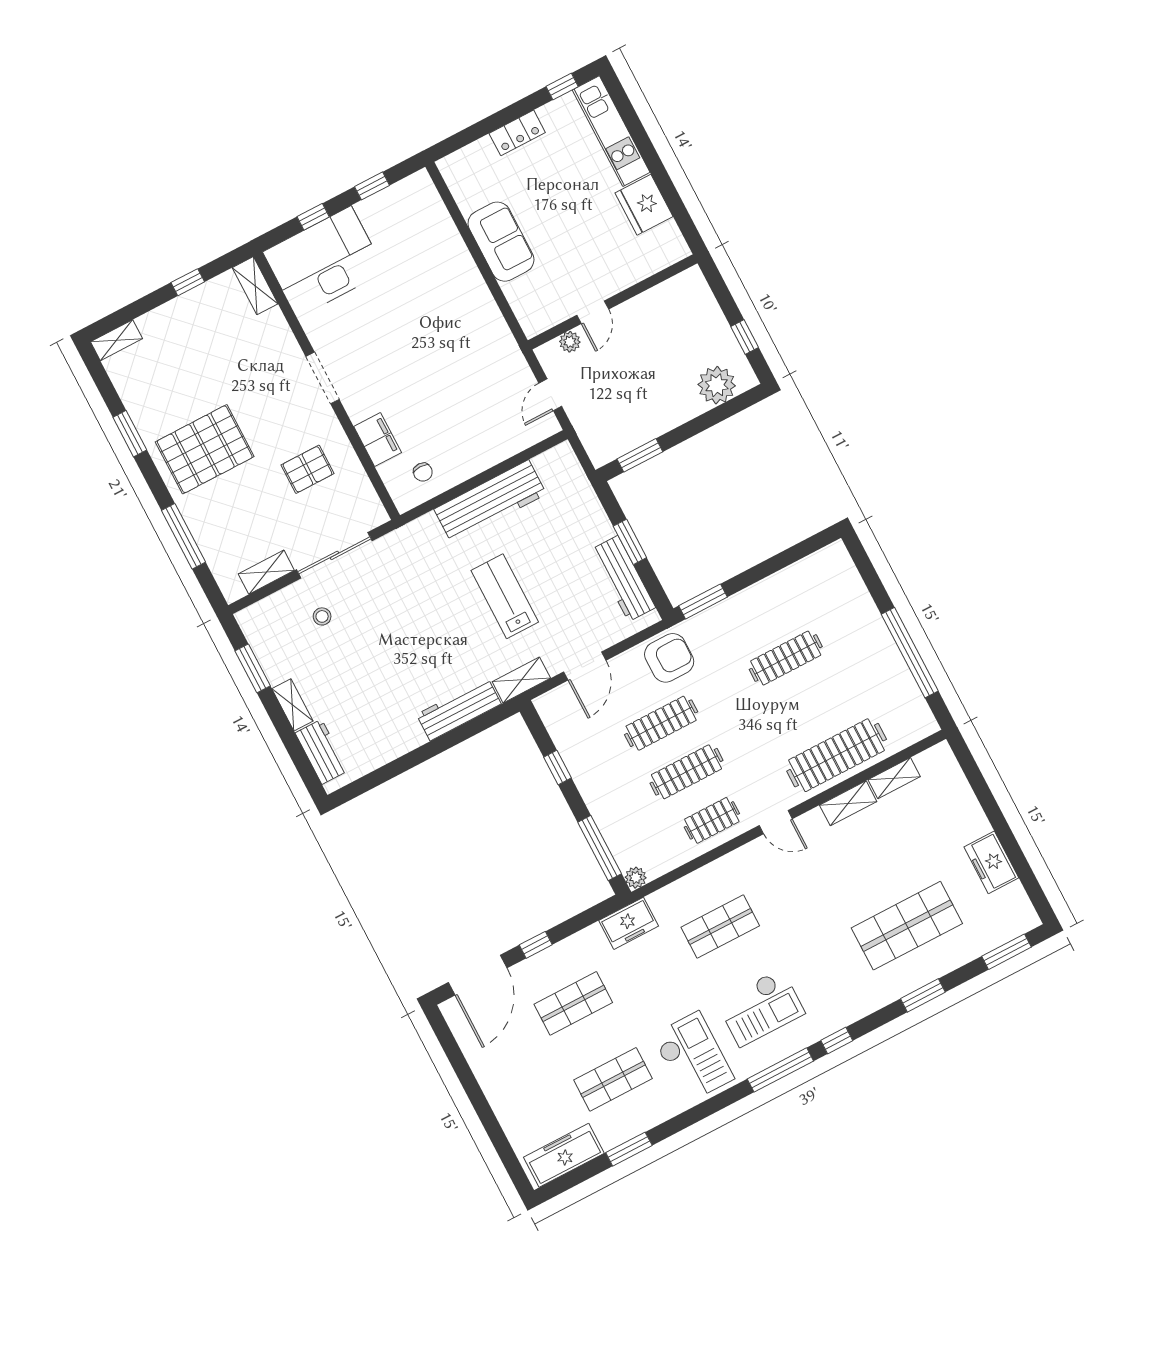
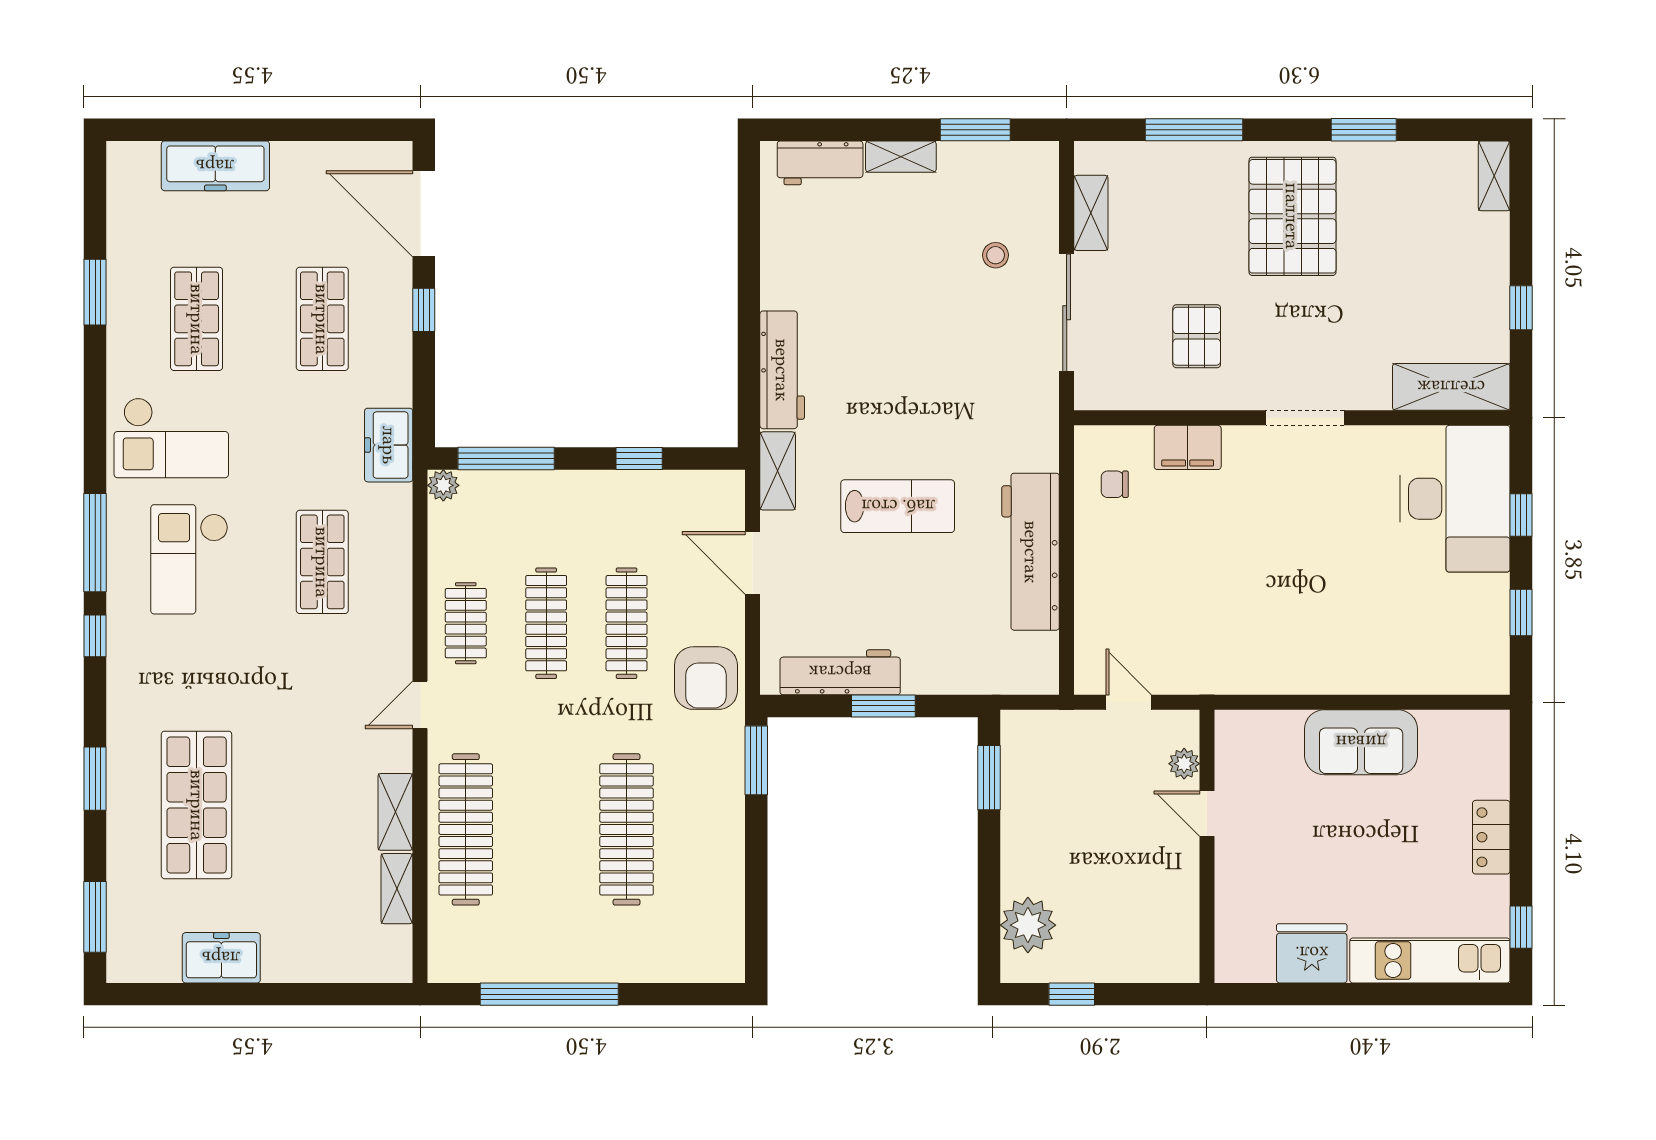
shelving: (255, 286) -> (1451, 387), width x1.50, depth x1.33
clothes rail: (786, 658) -> (627, 829), width x1.37, depth x1.31
freezer: (564, 1155) -> (215, 166), moved, turned 90

